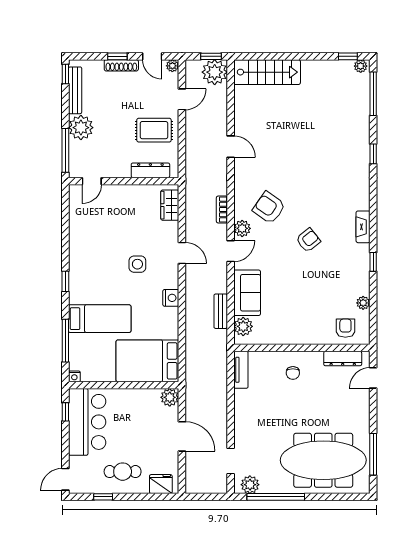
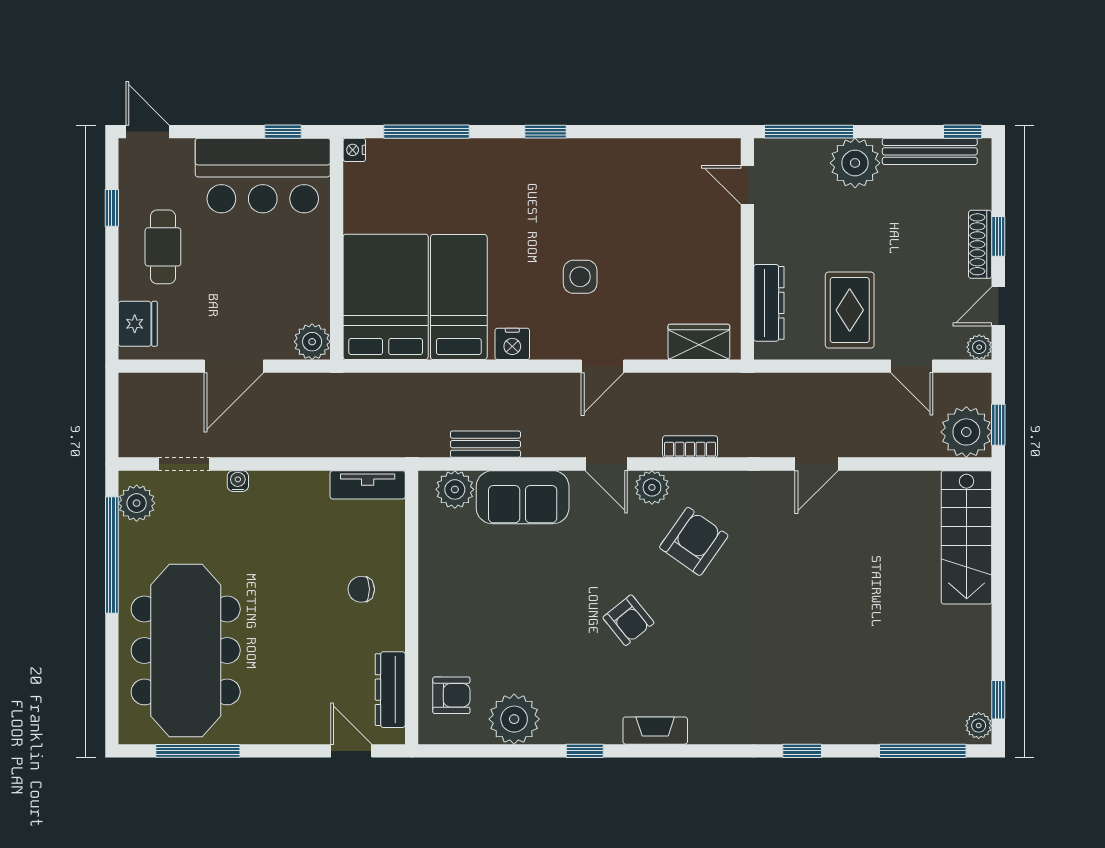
plant: (363, 303) -> (514, 719), width x1.87, depth x1.87
bed: (100, 319) -> (459, 297), moved, turned 180
water cooler: (239, 434) -> (238, 481), added

